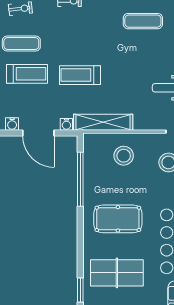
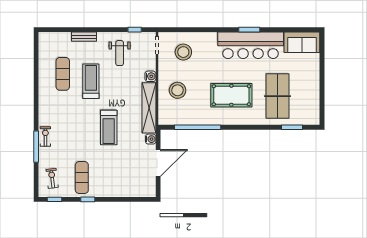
treadmill: (27, 74) -> (91, 81), moved
water cooler: (12, 124) -> (150, 76), moved
pool table: (118, 219) -> (231, 95), turned 90

